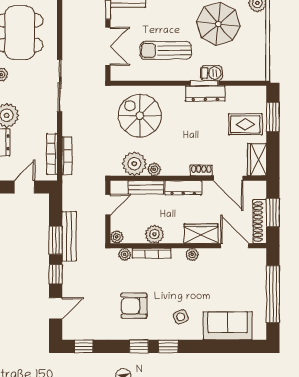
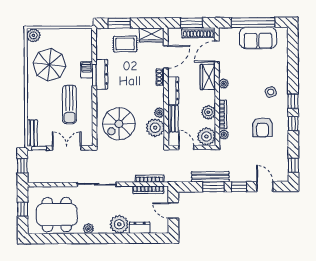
rug: (245, 124) -> (125, 44), turned 90
plant: (117, 237) -> (206, 136), width x1.88, depth x1.88
sofa: (228, 326) -> (258, 38), moved, turned -90

